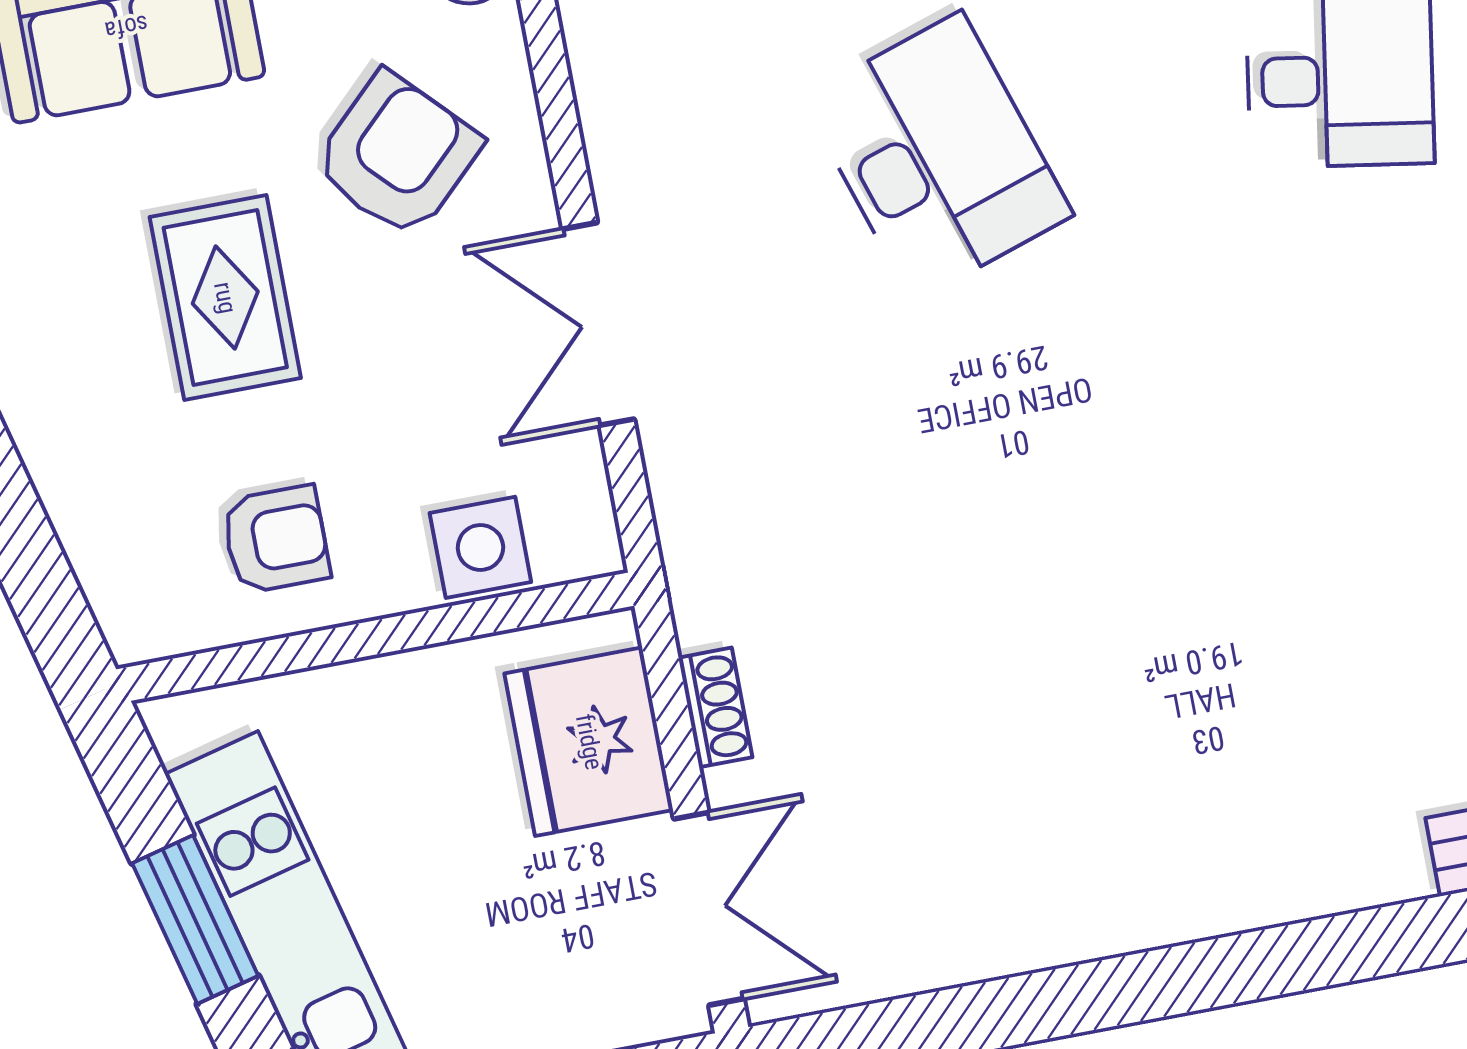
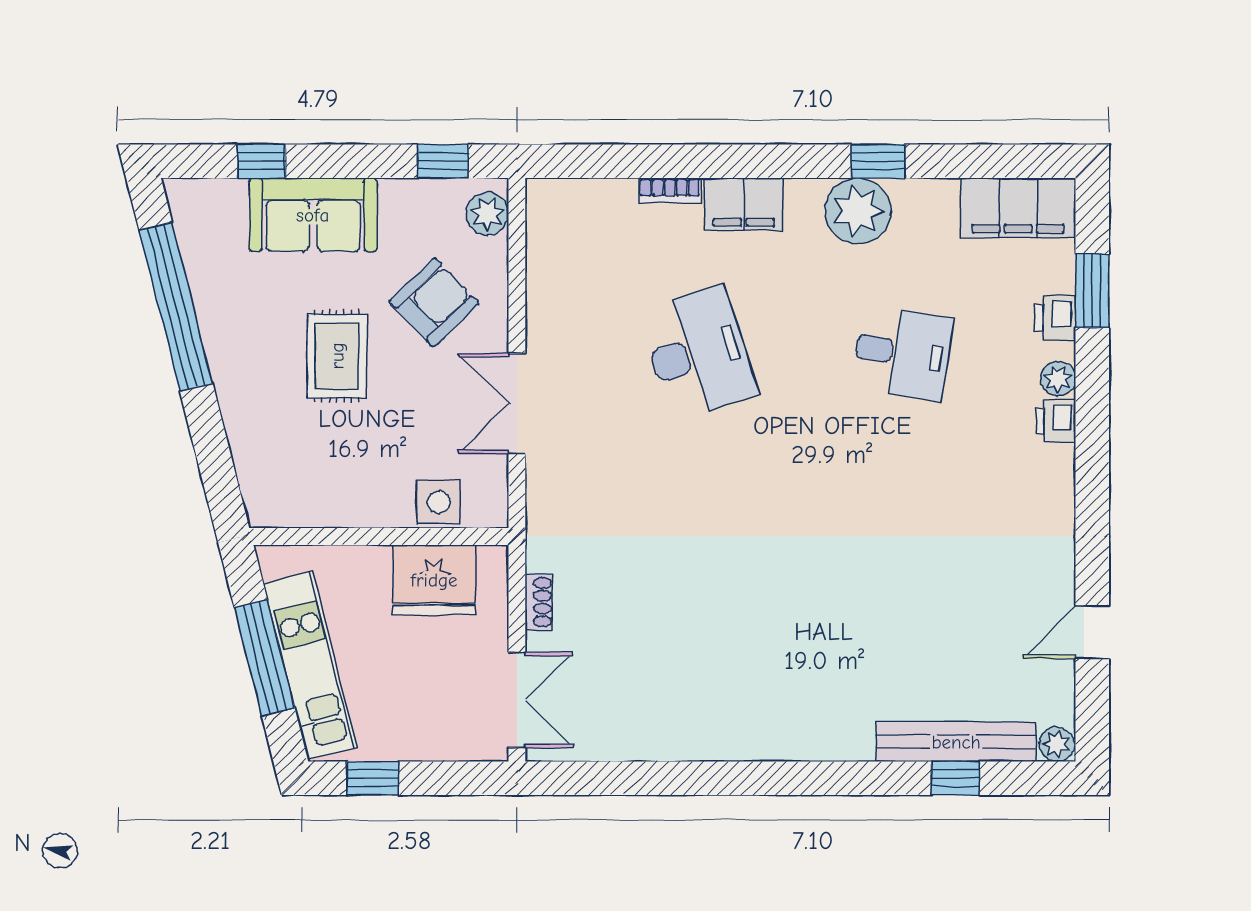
armchair: (276, 539) -> (339, 479), removed
fridge: (589, 742) -> (434, 580), moved, turned -90
window: (195, 920) -> (265, 658), width x1.44

